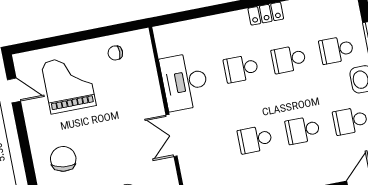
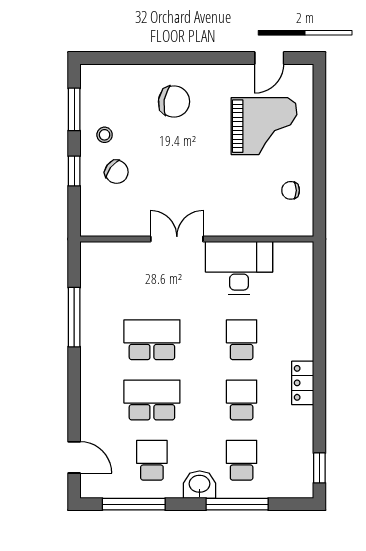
chair: (115, 53) -> (291, 190), turned -90
school desk: (303, 130) -> (152, 400), width x1.85
school desk: (255, 139) -> (152, 340), width x1.85

